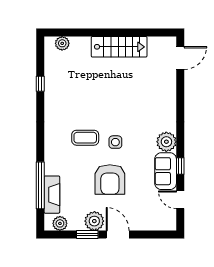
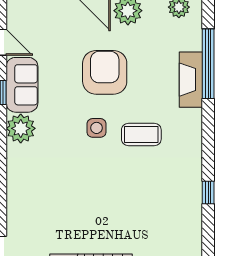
window: (40, 84) -> (208, 193), moved
fireplace: (52, 195) -> (191, 80), moved

